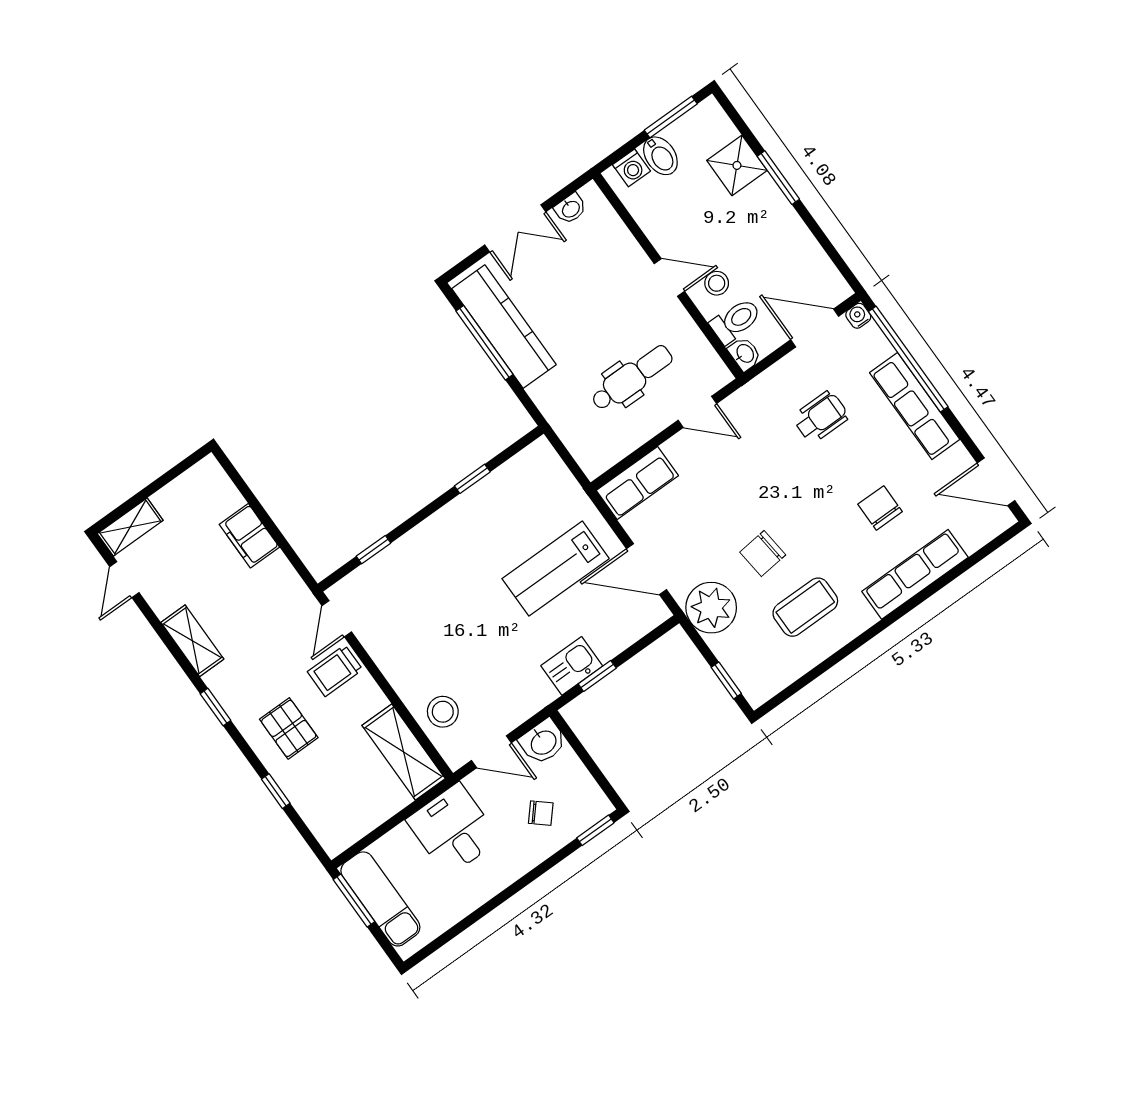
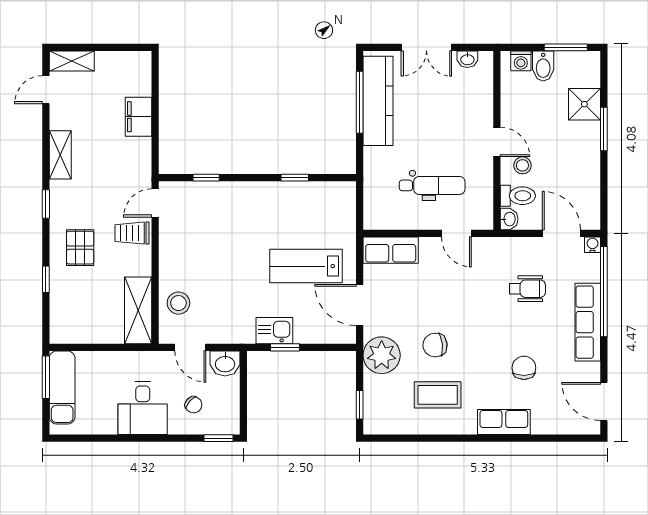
row of seats: (915, 574) -> (504, 422), width x0.68
desk: (453, 830) -> (143, 408), moved, turned 180

